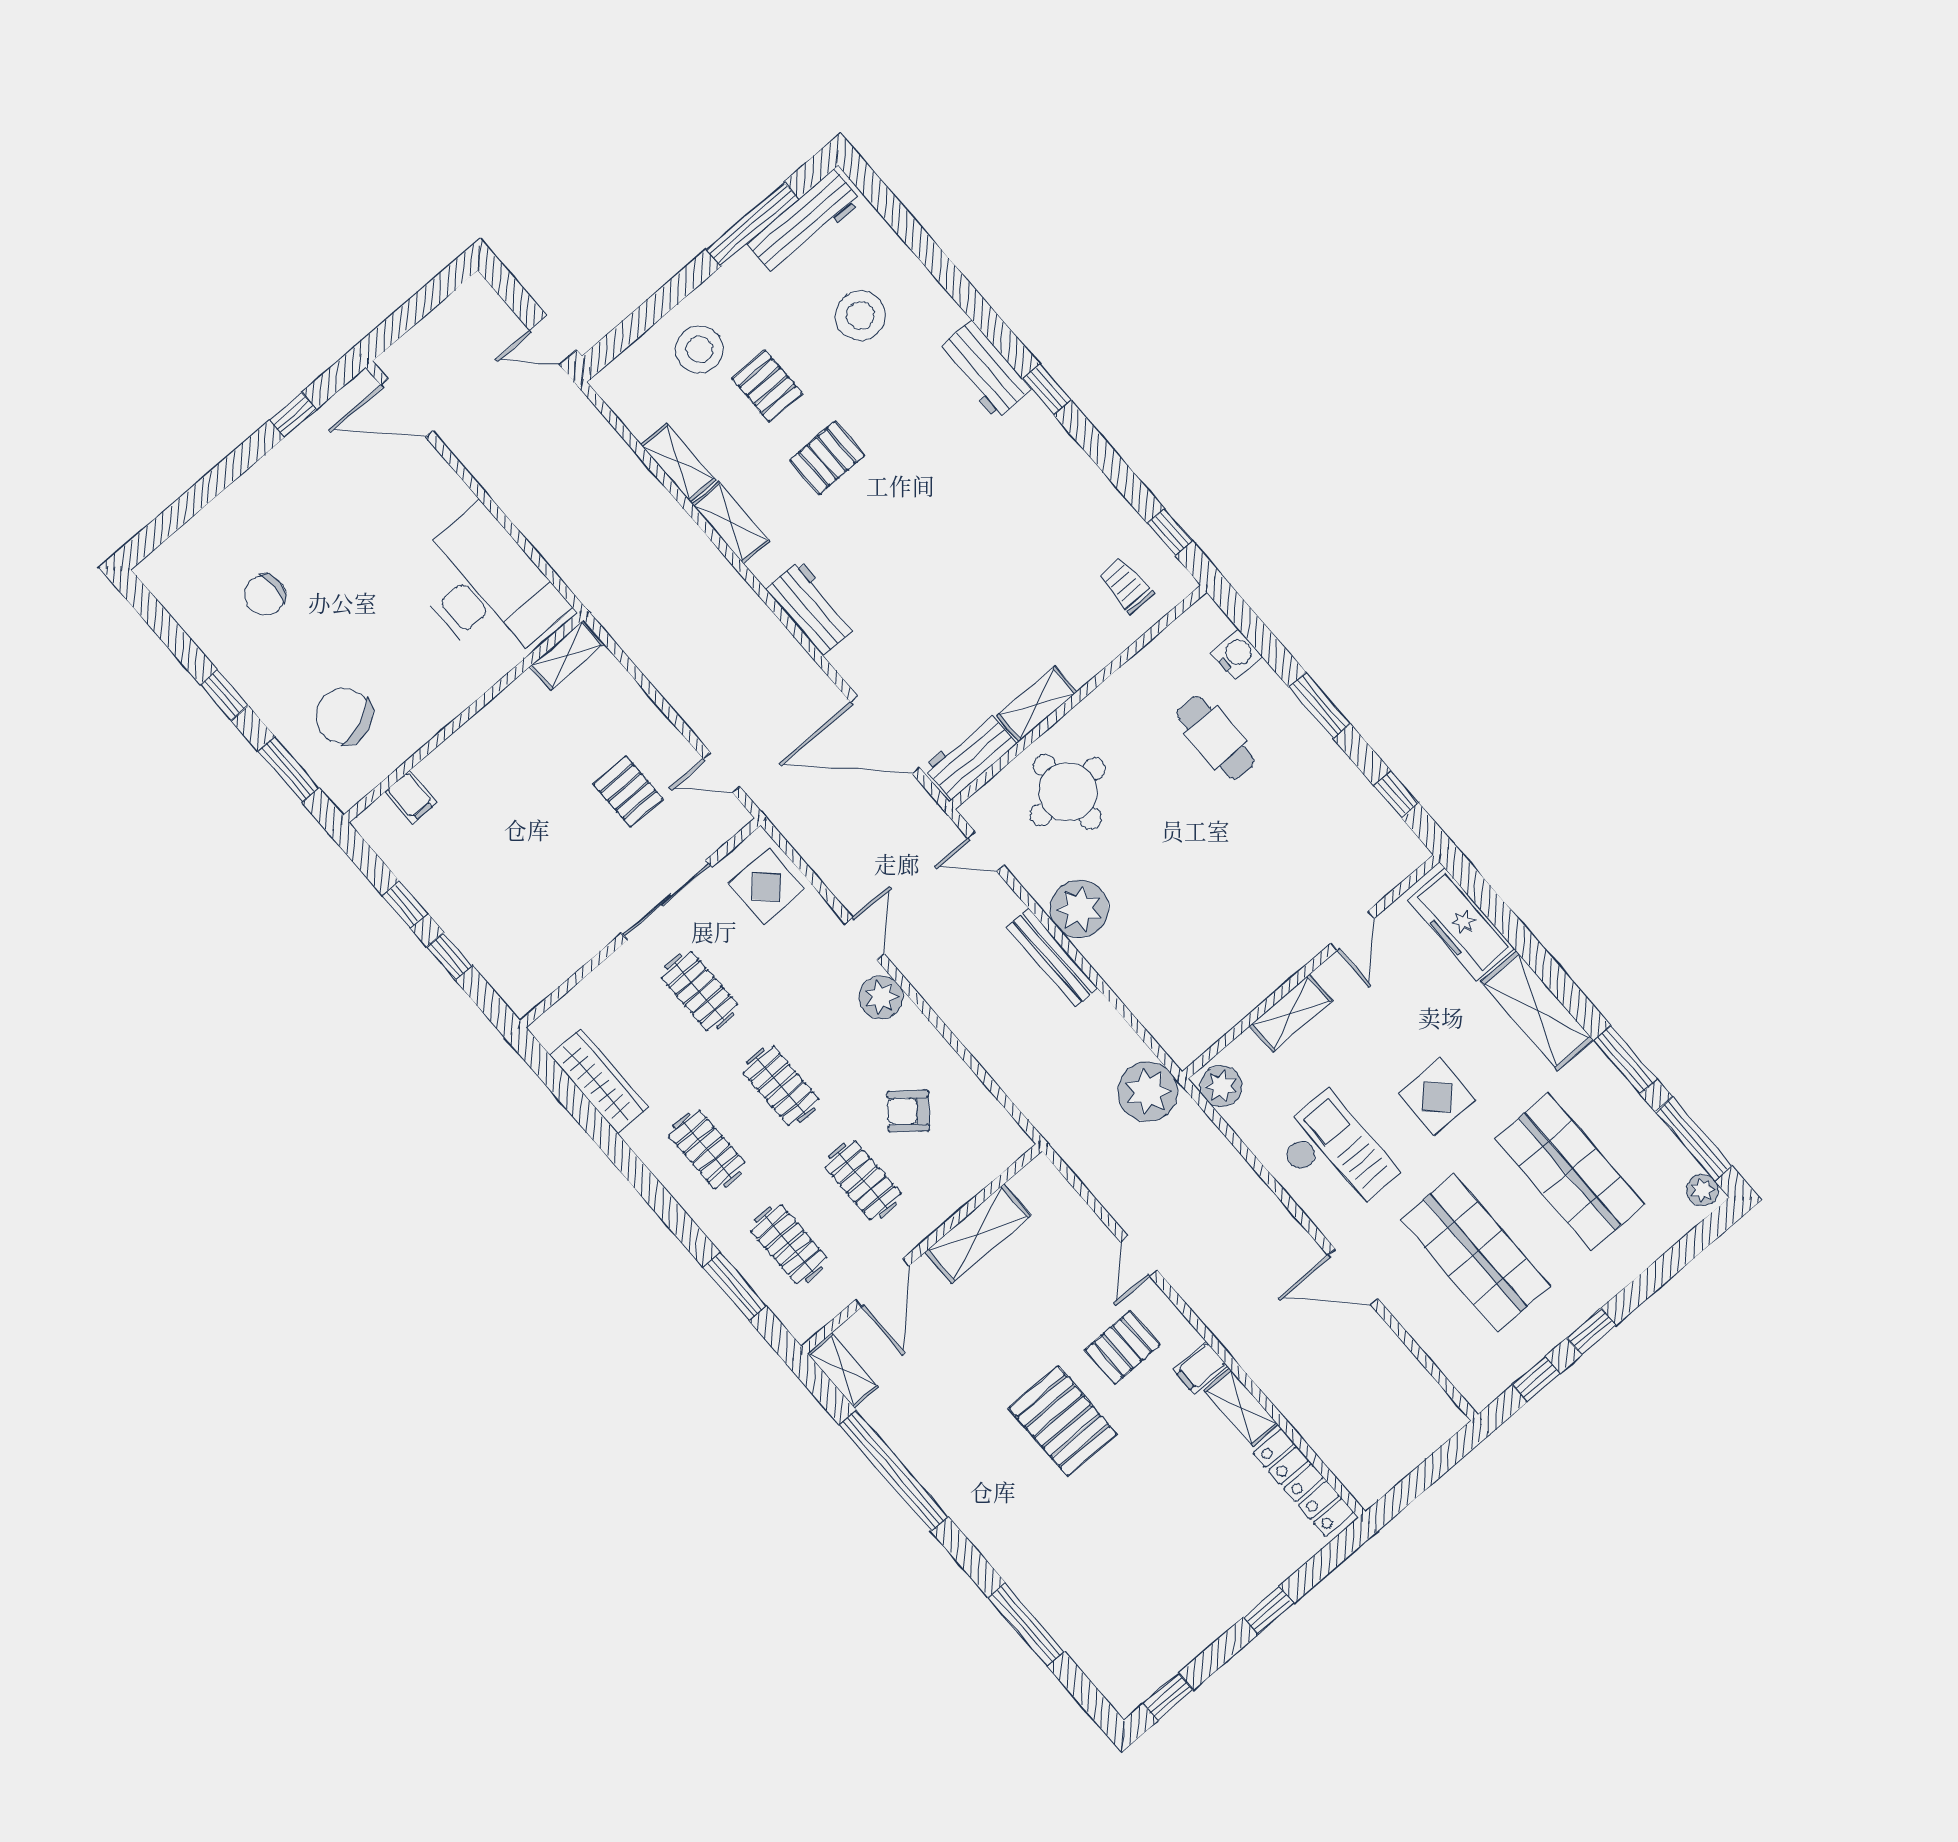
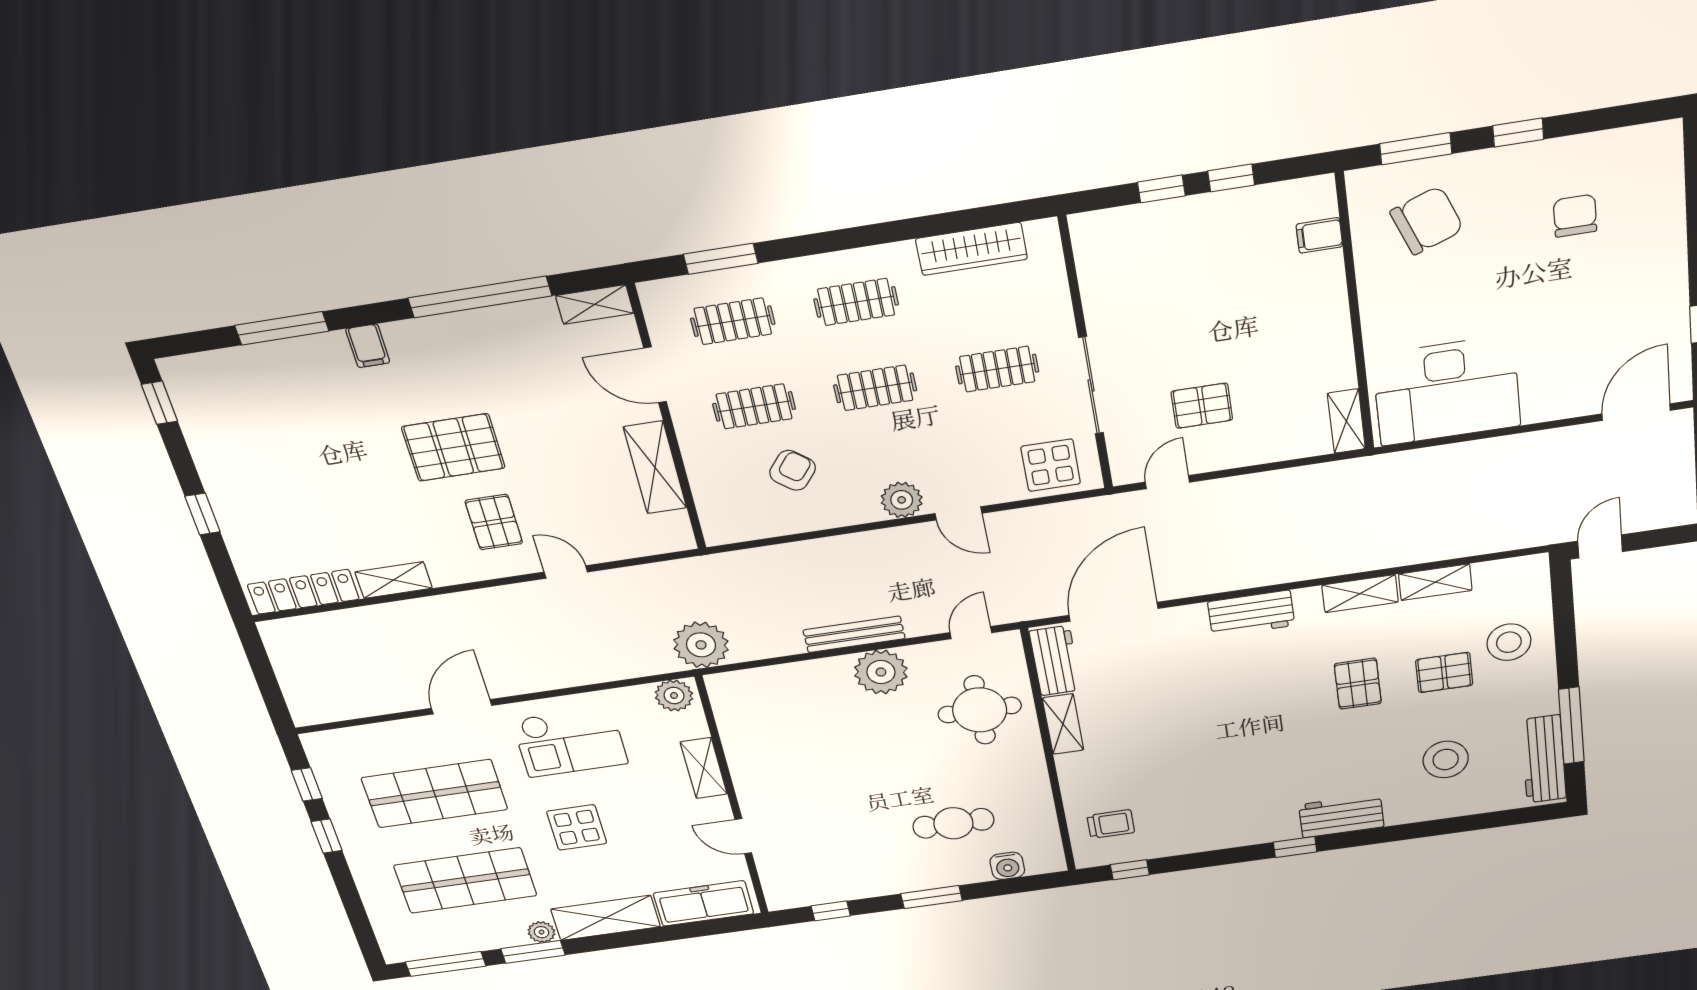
plant: (1702, 1190) -> (541, 932), moved
filing cabinet: (1200, 1368) -> (368, 346), moved, turned 180

